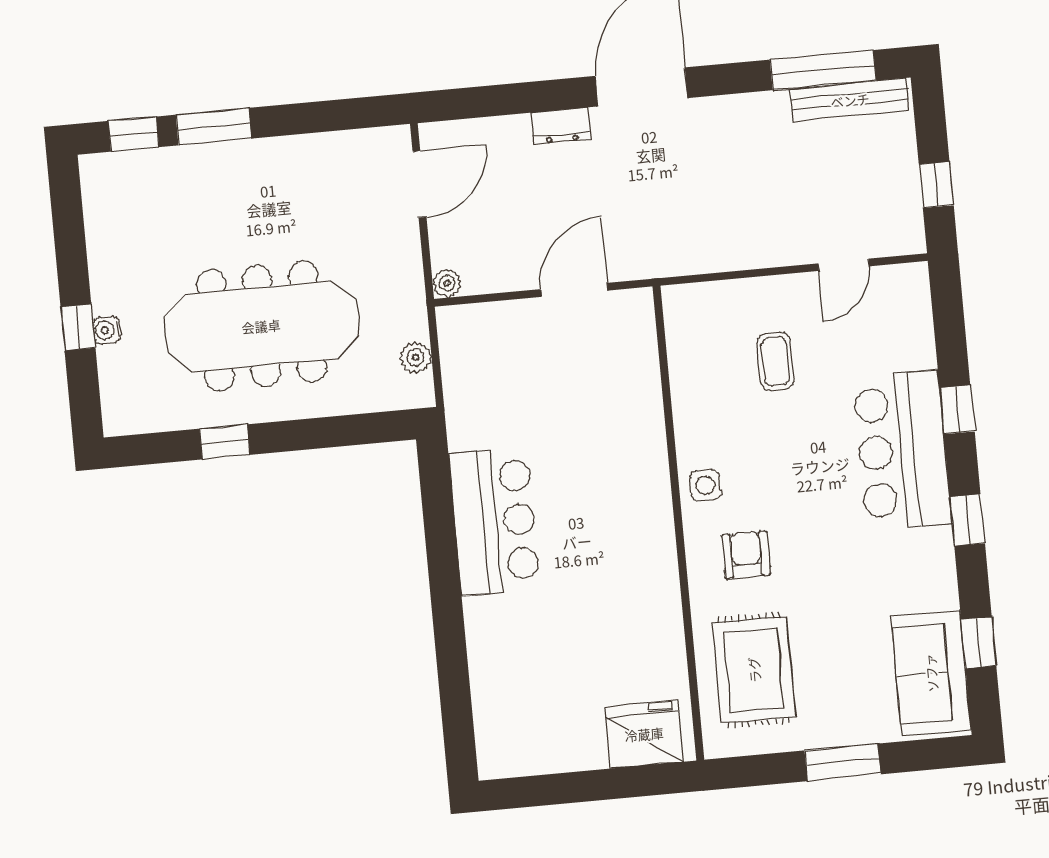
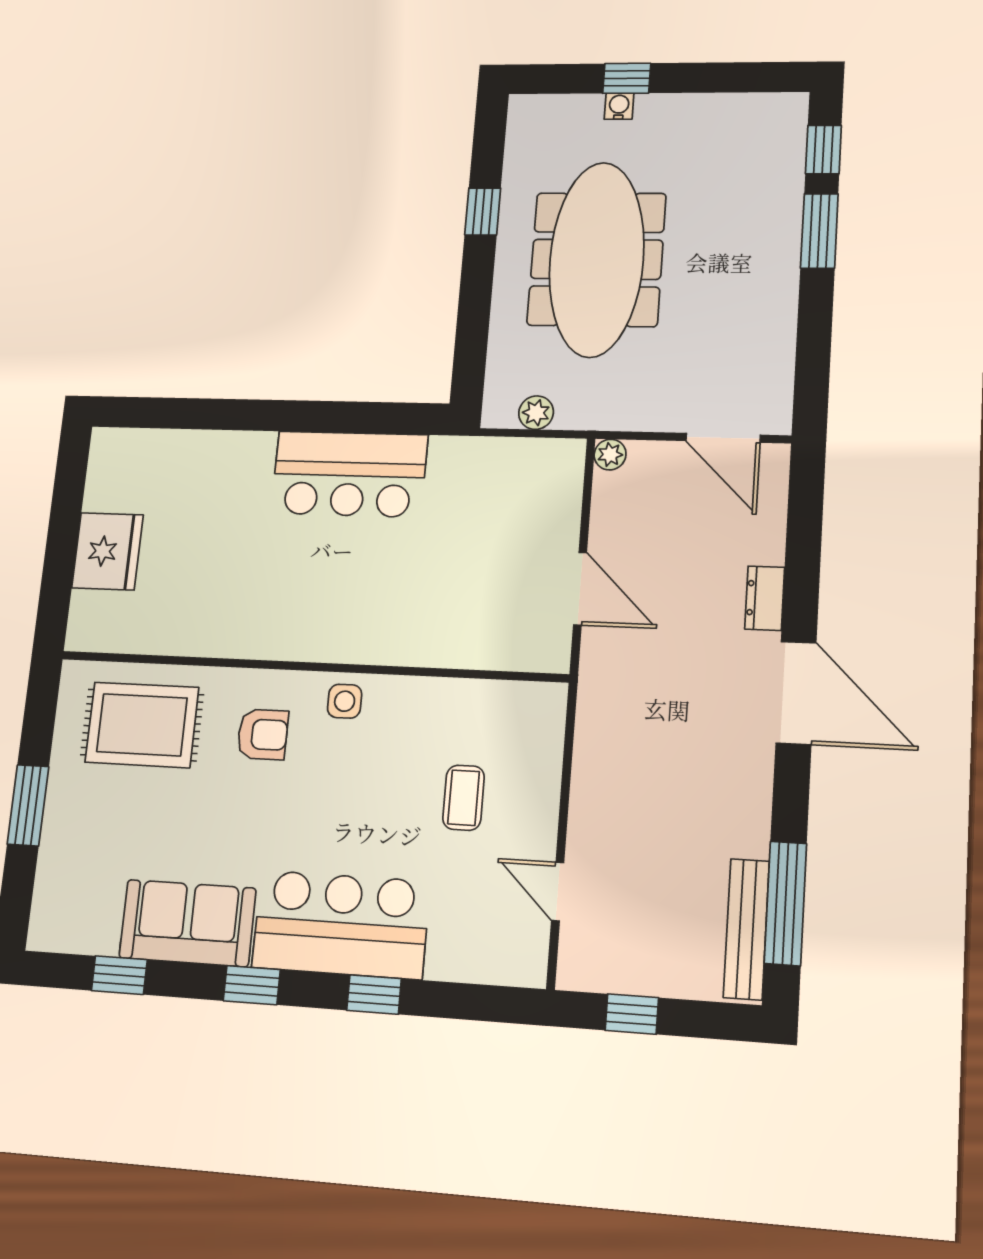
coffee table: (775, 362) -> (464, 798), turned 90
sofa: (931, 673) -> (187, 923), moved
fridge: (644, 734) -> (108, 551), moved

